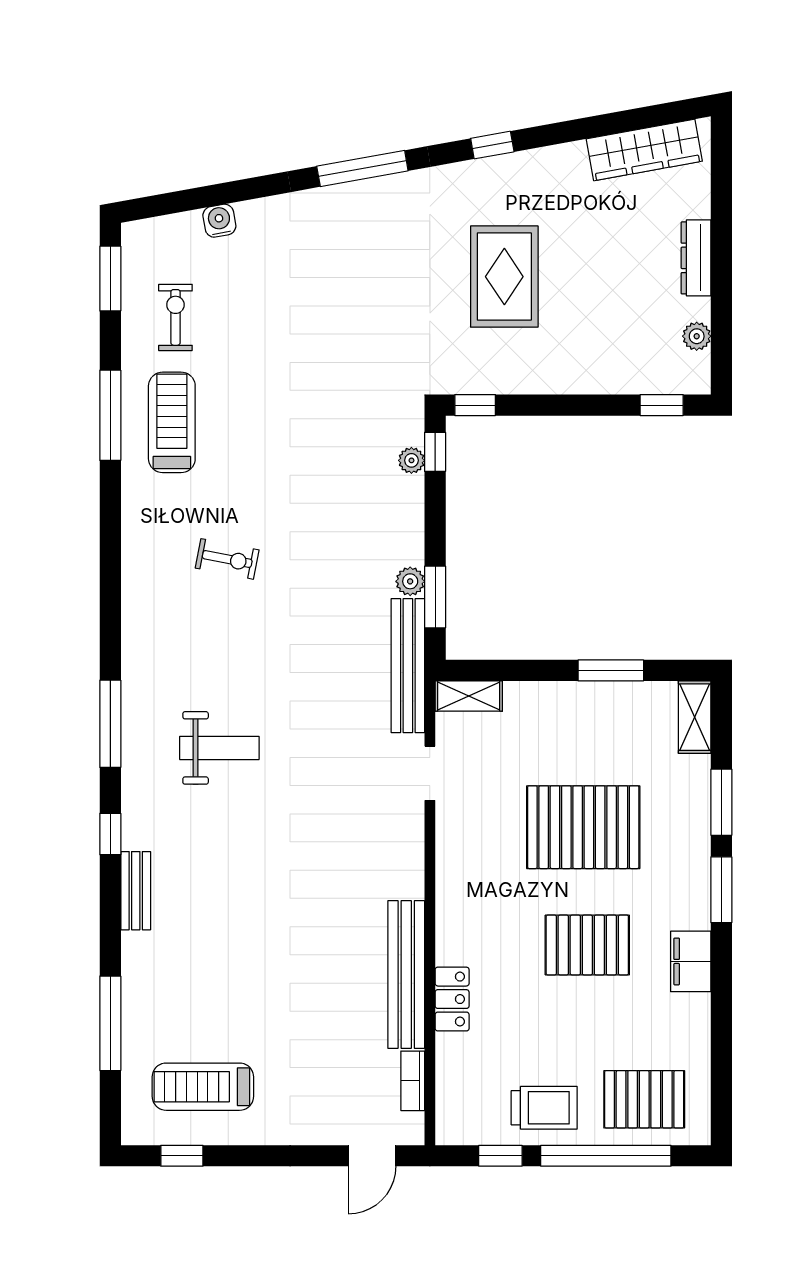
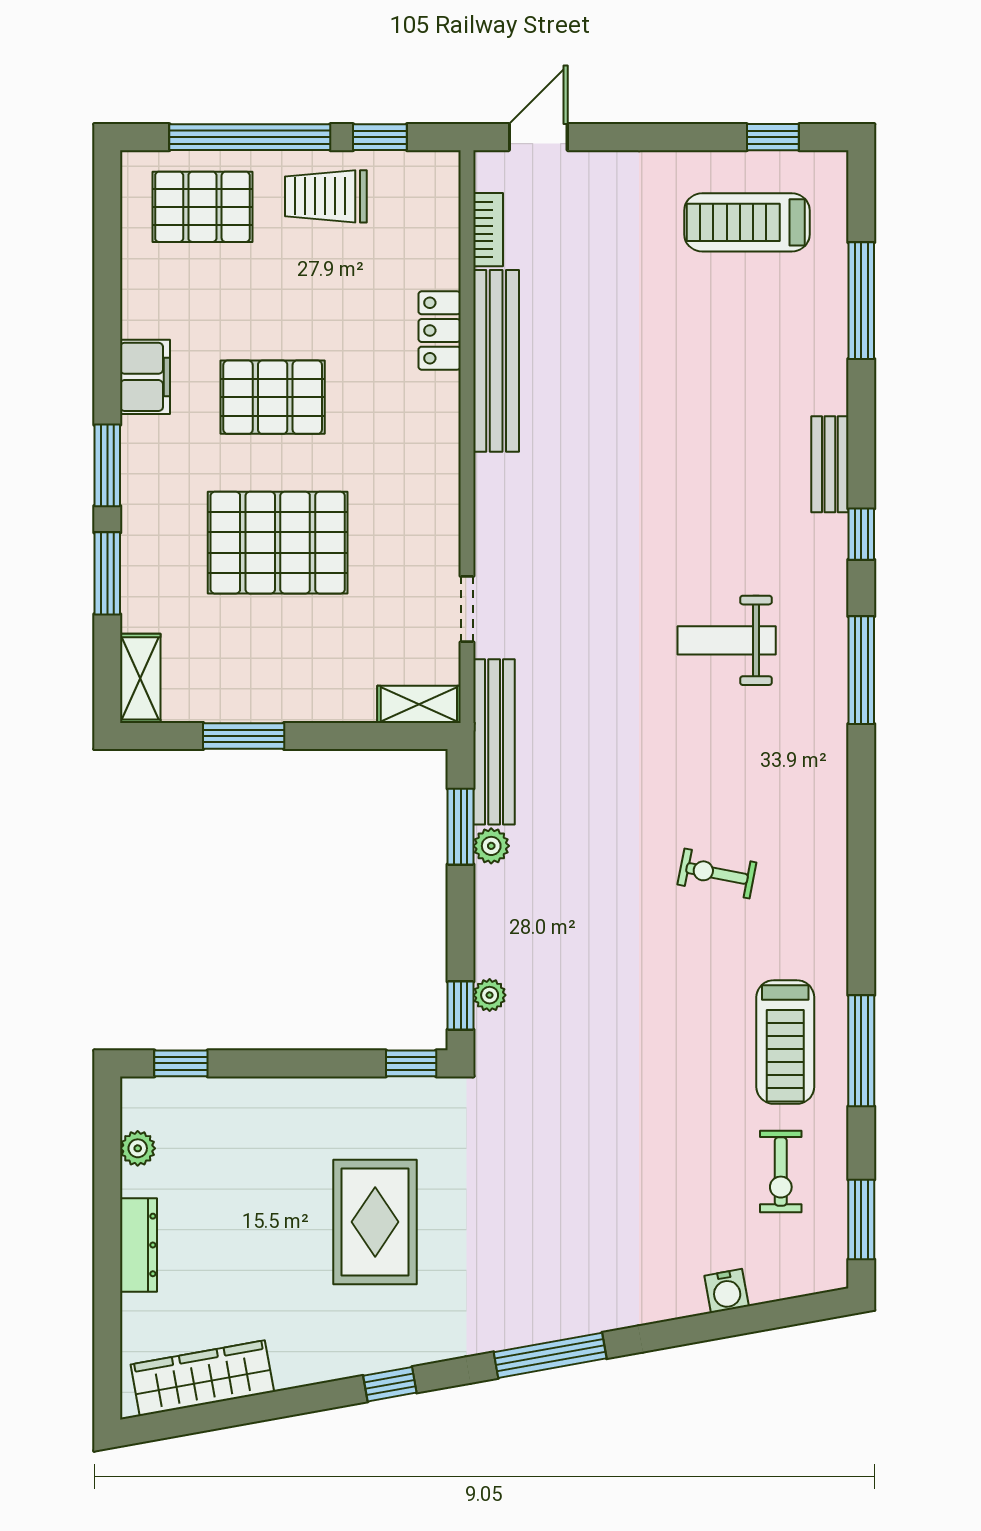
treadmill: (203, 1087) -> (747, 222), turned 180

